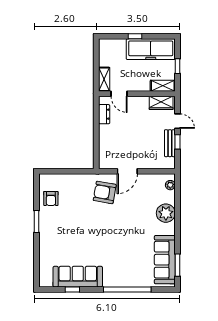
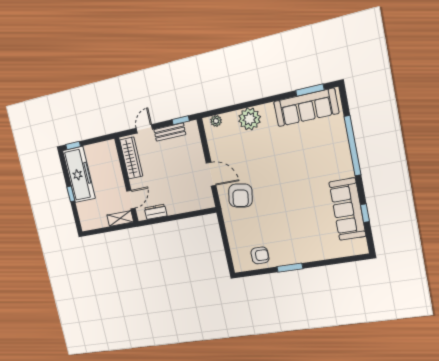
window: (177, 66) -> (73, 146), moved
shelving: (163, 86) -> (112, 154), removed
wardrobe: (161, 103) -> (131, 158), width x1.50
window: (177, 142) -> (181, 120), moved

